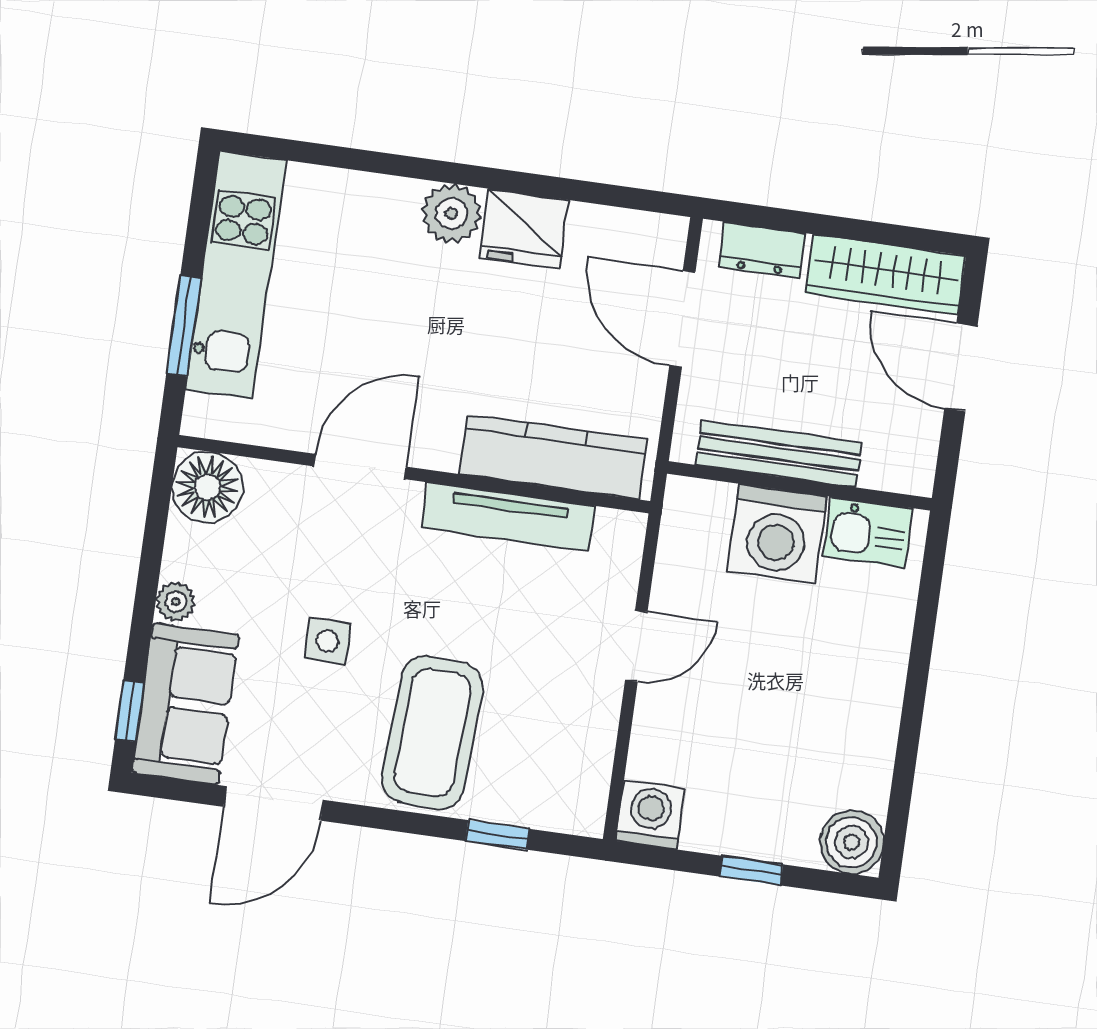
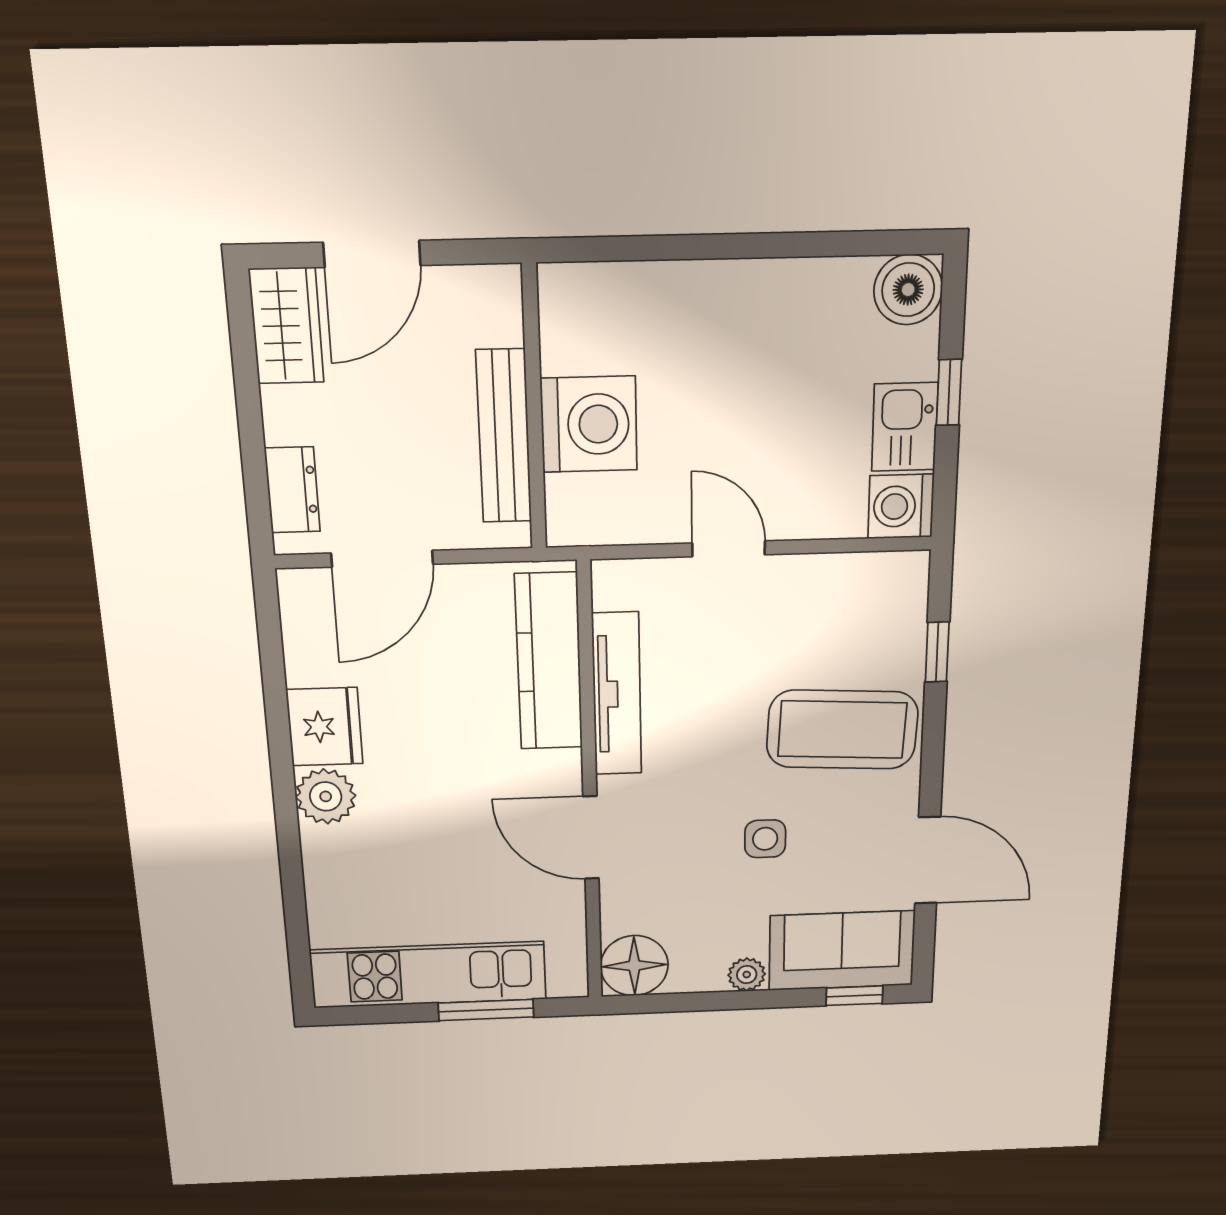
wardrobe: (885, 275) -> (286, 326), width x0.67
kitchen sink: (868, 532) -> (905, 427), moved, turned 180

